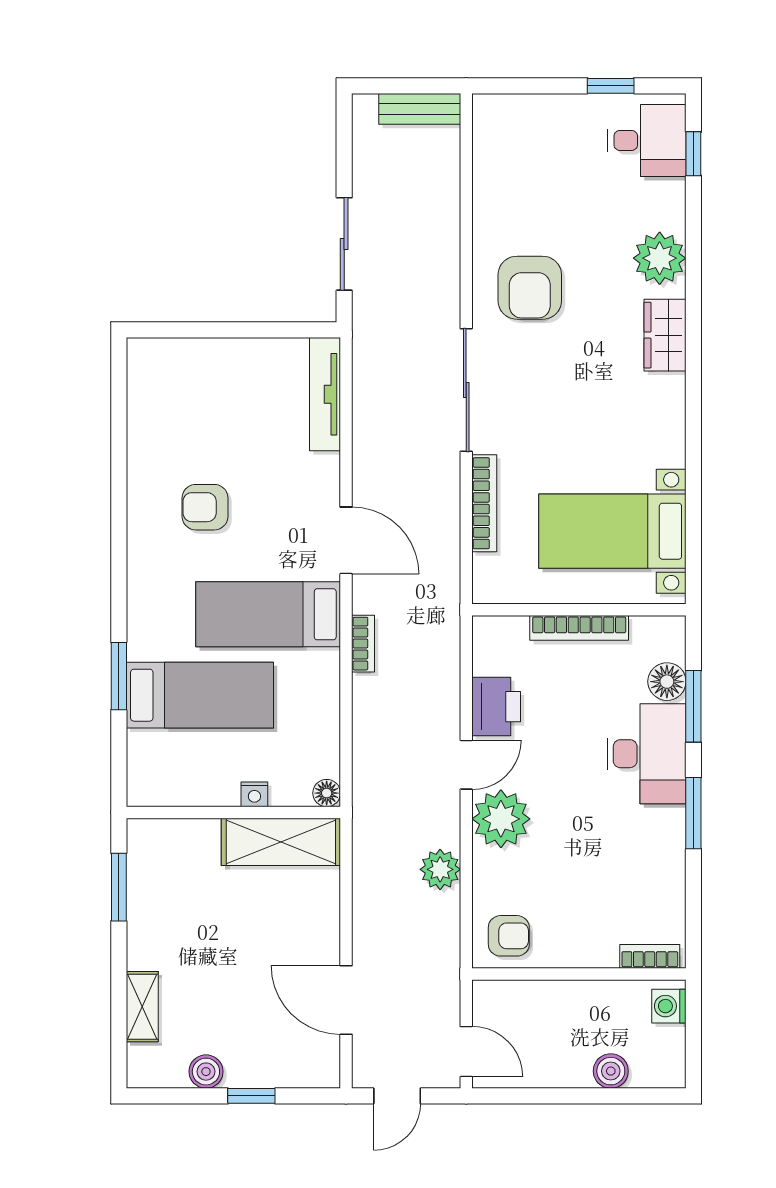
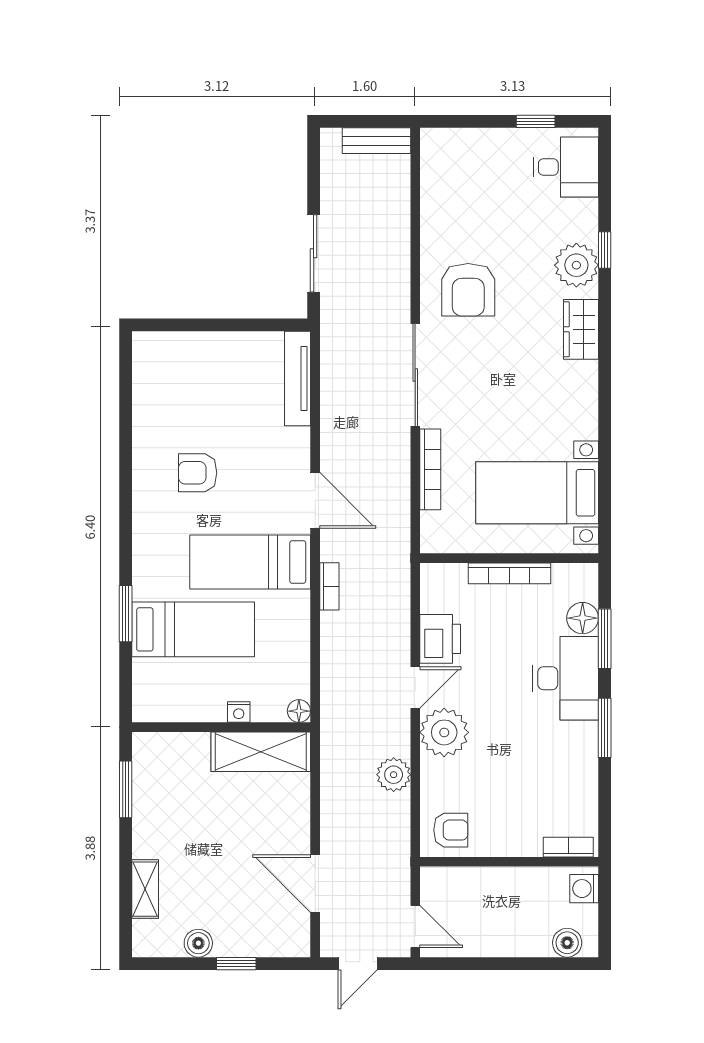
window: (693, 154) -> (605, 250), moved
boiler: (611, 1071) -> (567, 943), moved

